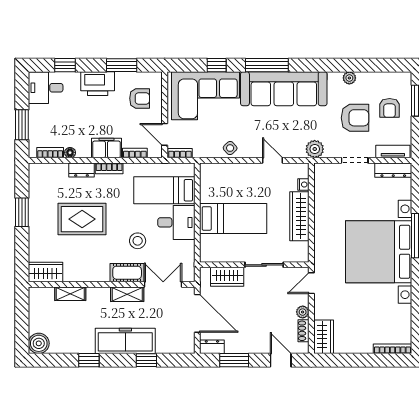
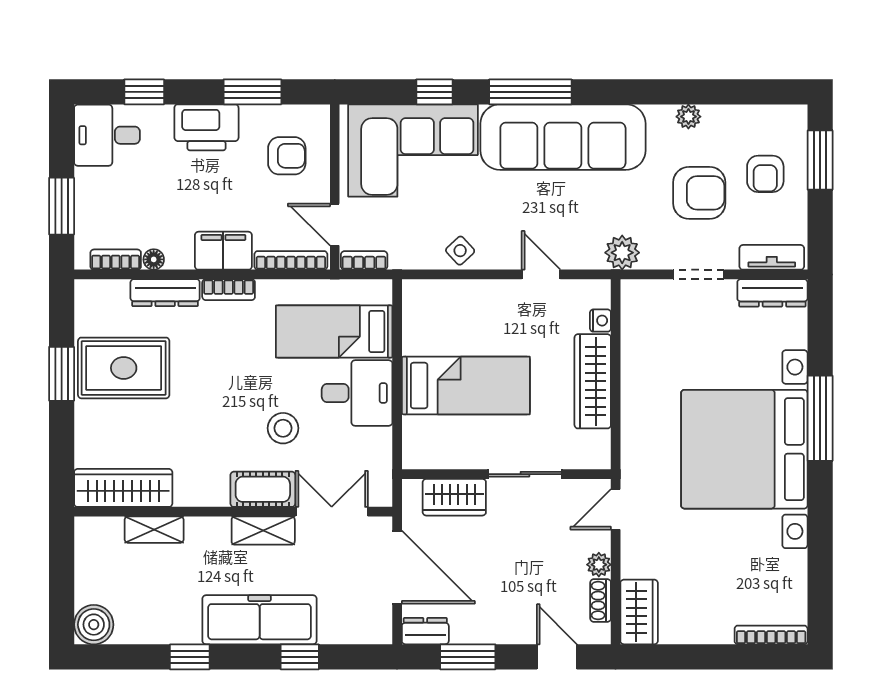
bookcase: (135, 153) -> (291, 260), width x1.56
dresser: (82, 170) -> (165, 293), width x1.44
rug: (82, 219) -> (124, 368), moved
wardrobe: (46, 272) -> (123, 488), width x1.50

